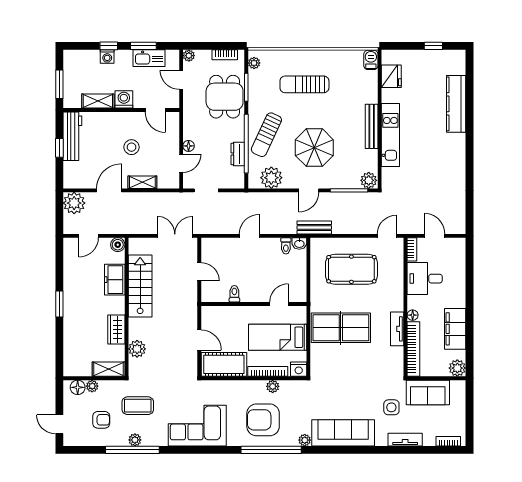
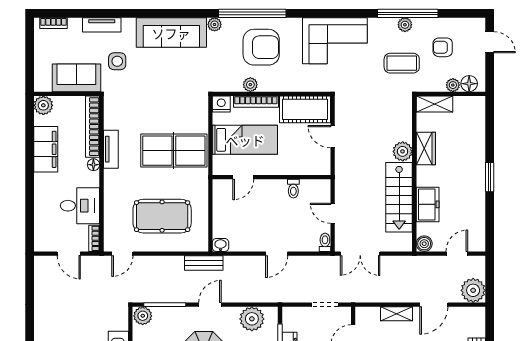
toilet: (286, 246) -> (325, 242), moved
plant: (137, 349) -> (403, 151), moved

